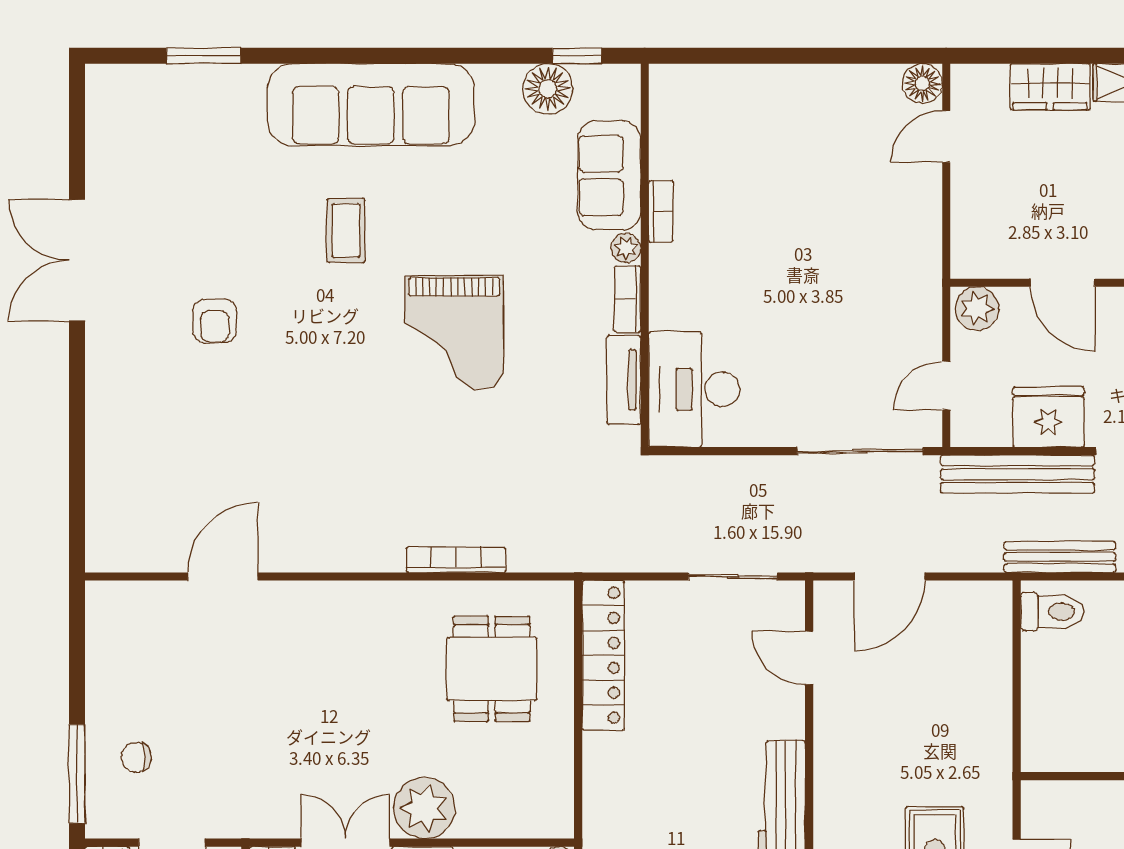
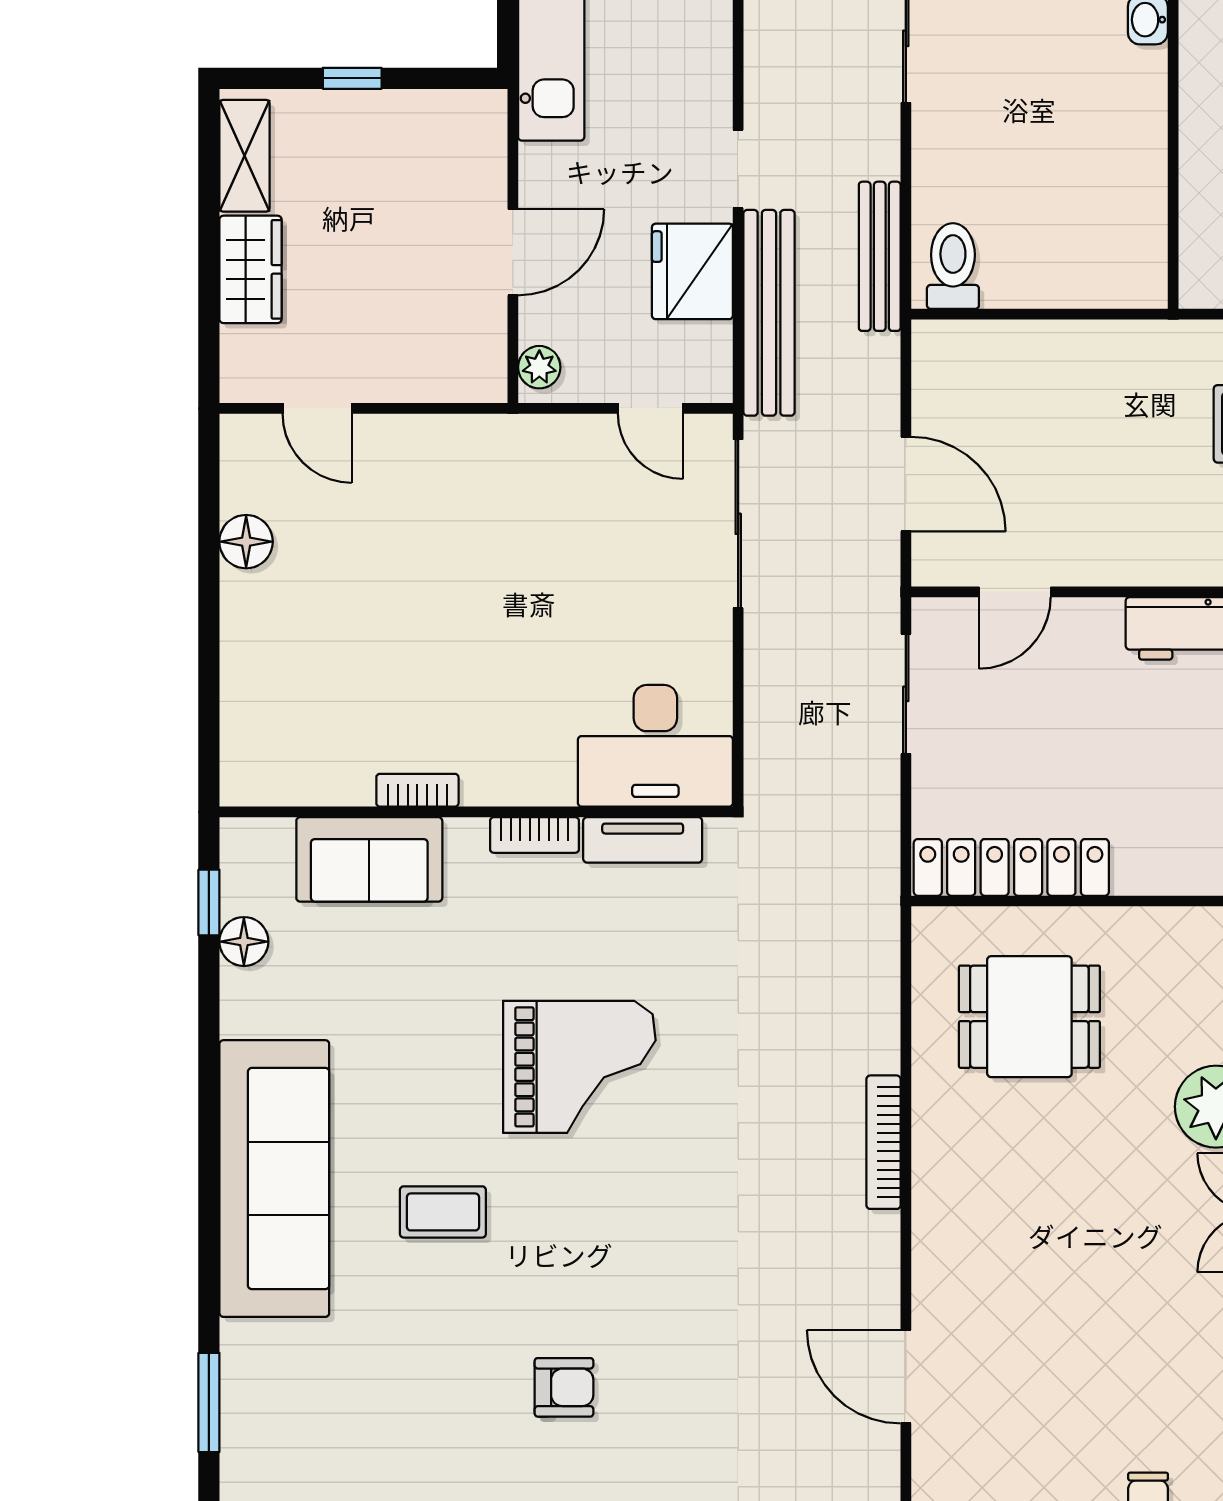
floor lamp: (922, 83) -> (246, 542), moved
floor lamp: (548, 89) -> (244, 942), width x0.73, depth x0.73
plant: (626, 248) -> (466, 837), removed
plant: (977, 308) -> (539, 367), width x0.73, depth x0.73
bookcase: (456, 560) -> (884, 1142), moved

